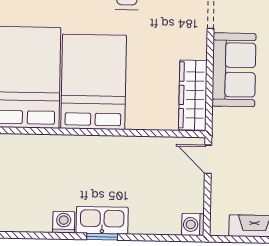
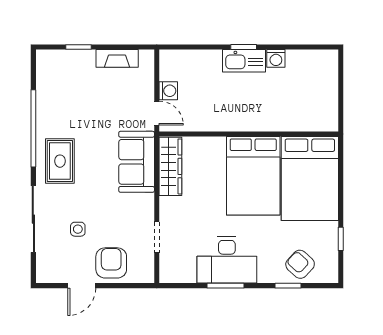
sofa: (234, 70) -> (137, 162), moved
washing machine: (193, 225) -> (168, 91), moved

